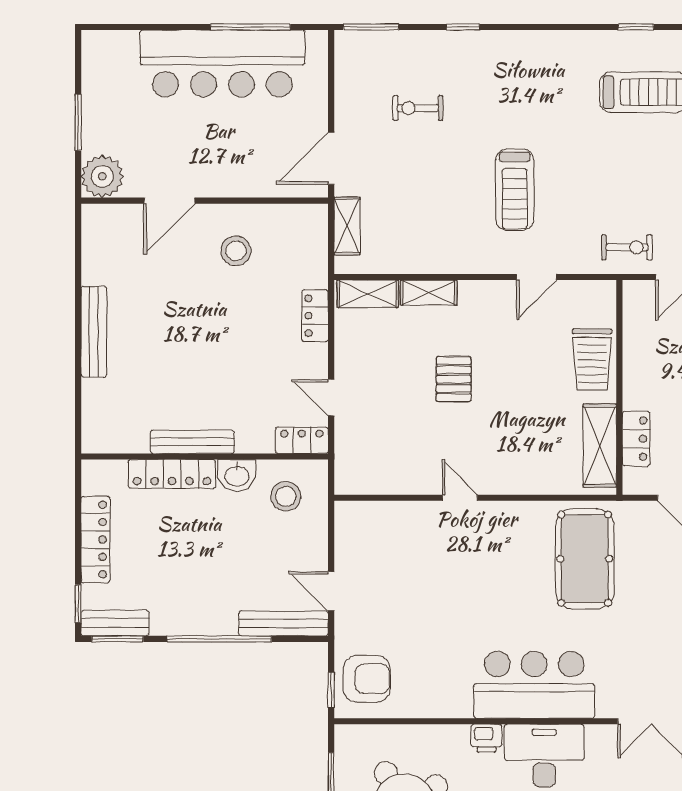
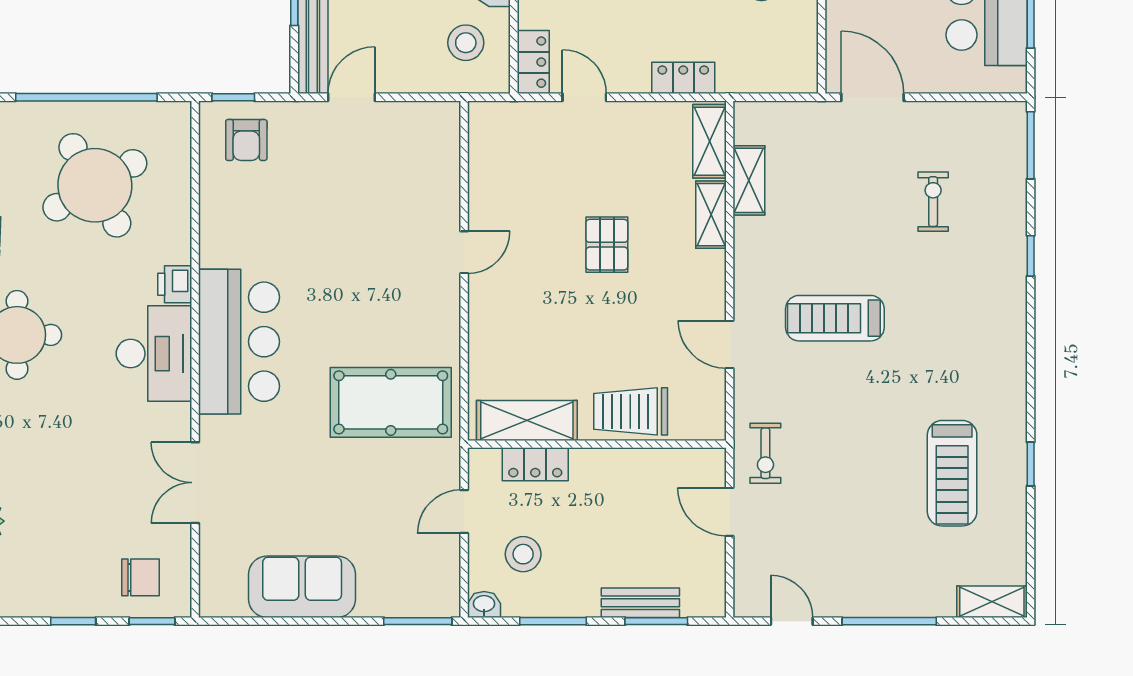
shelving: (347, 226) -> (749, 180), moved, turned 90
pallet: (454, 379) -> (607, 245), turned 90
door: (331, 398) -> (584, 97), hinge flipped
armchair: (367, 679) -> (246, 140), width x0.72, depth x0.72

